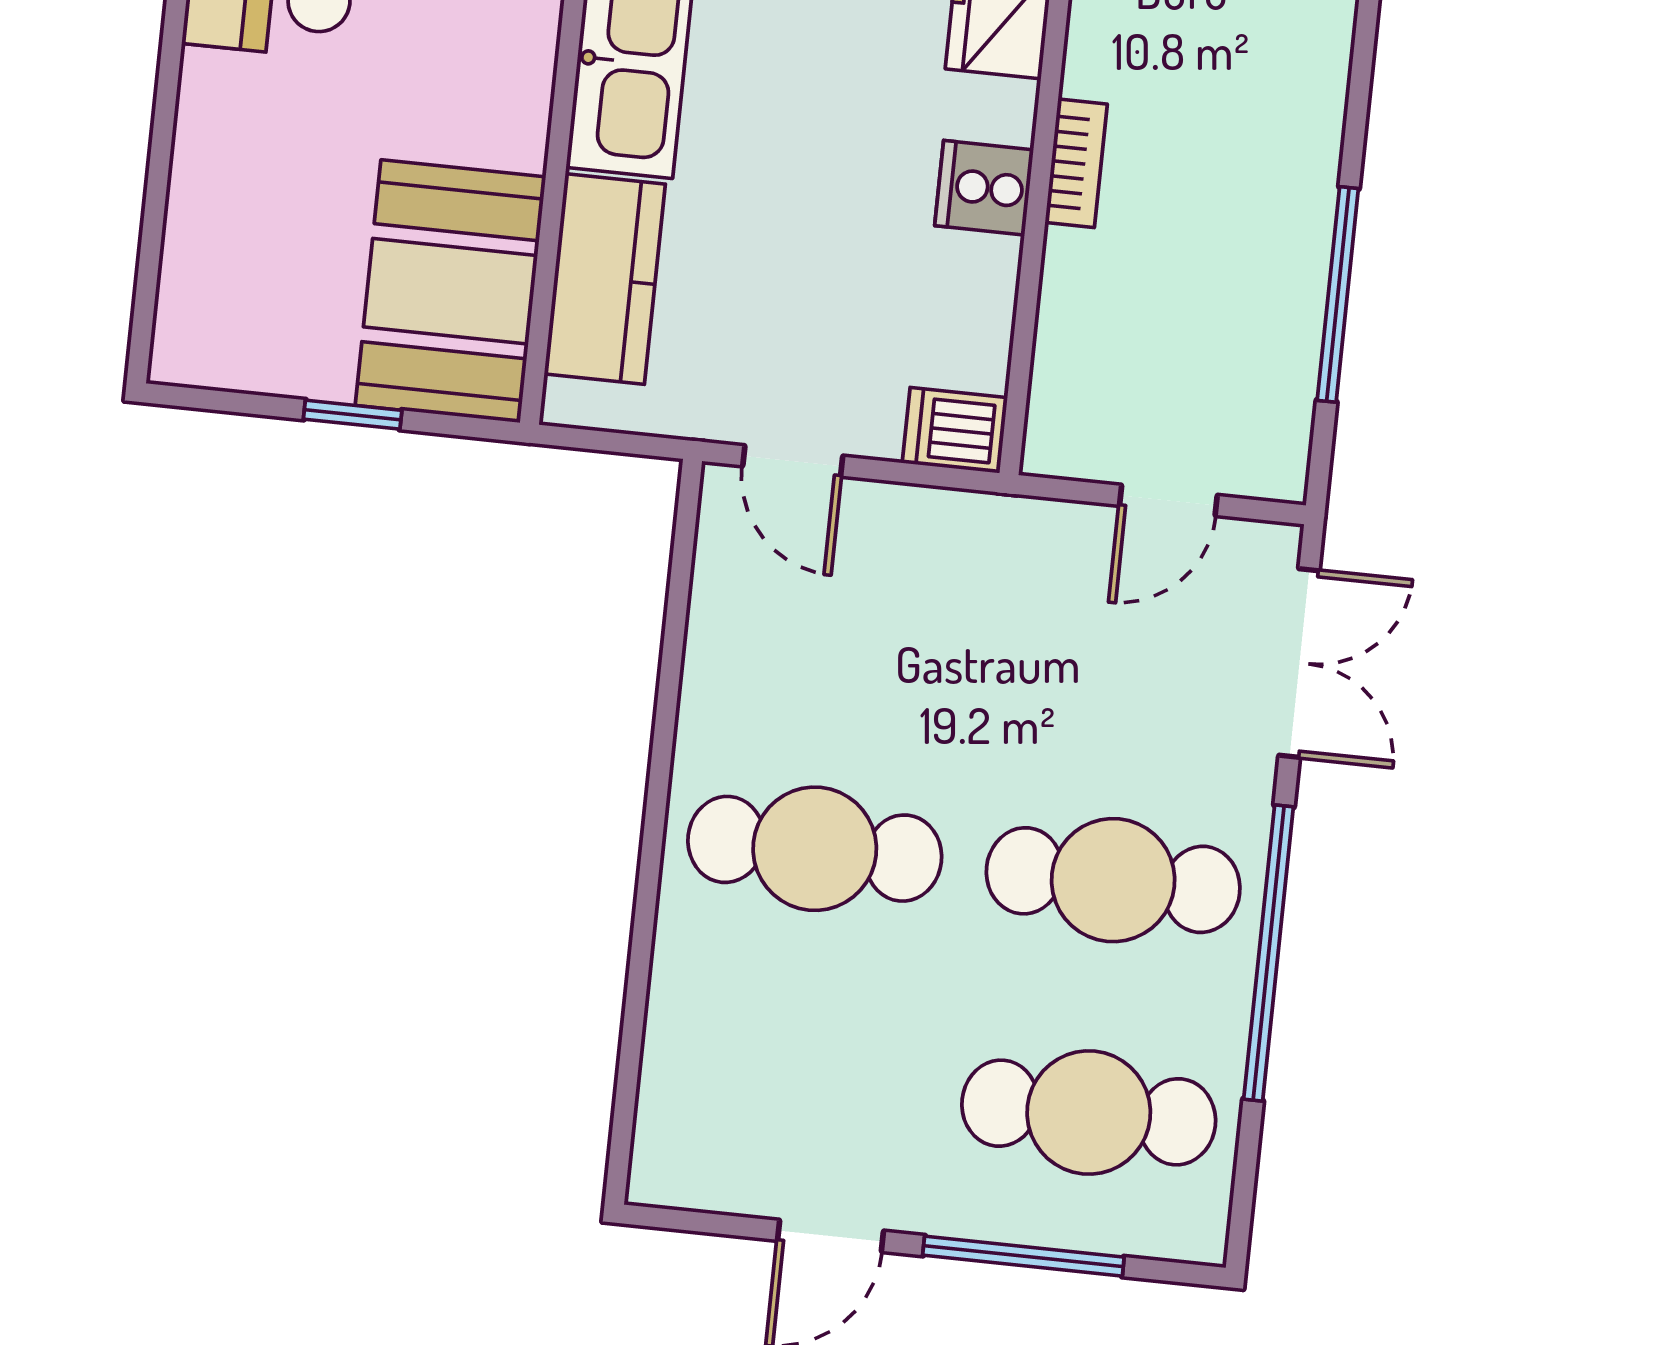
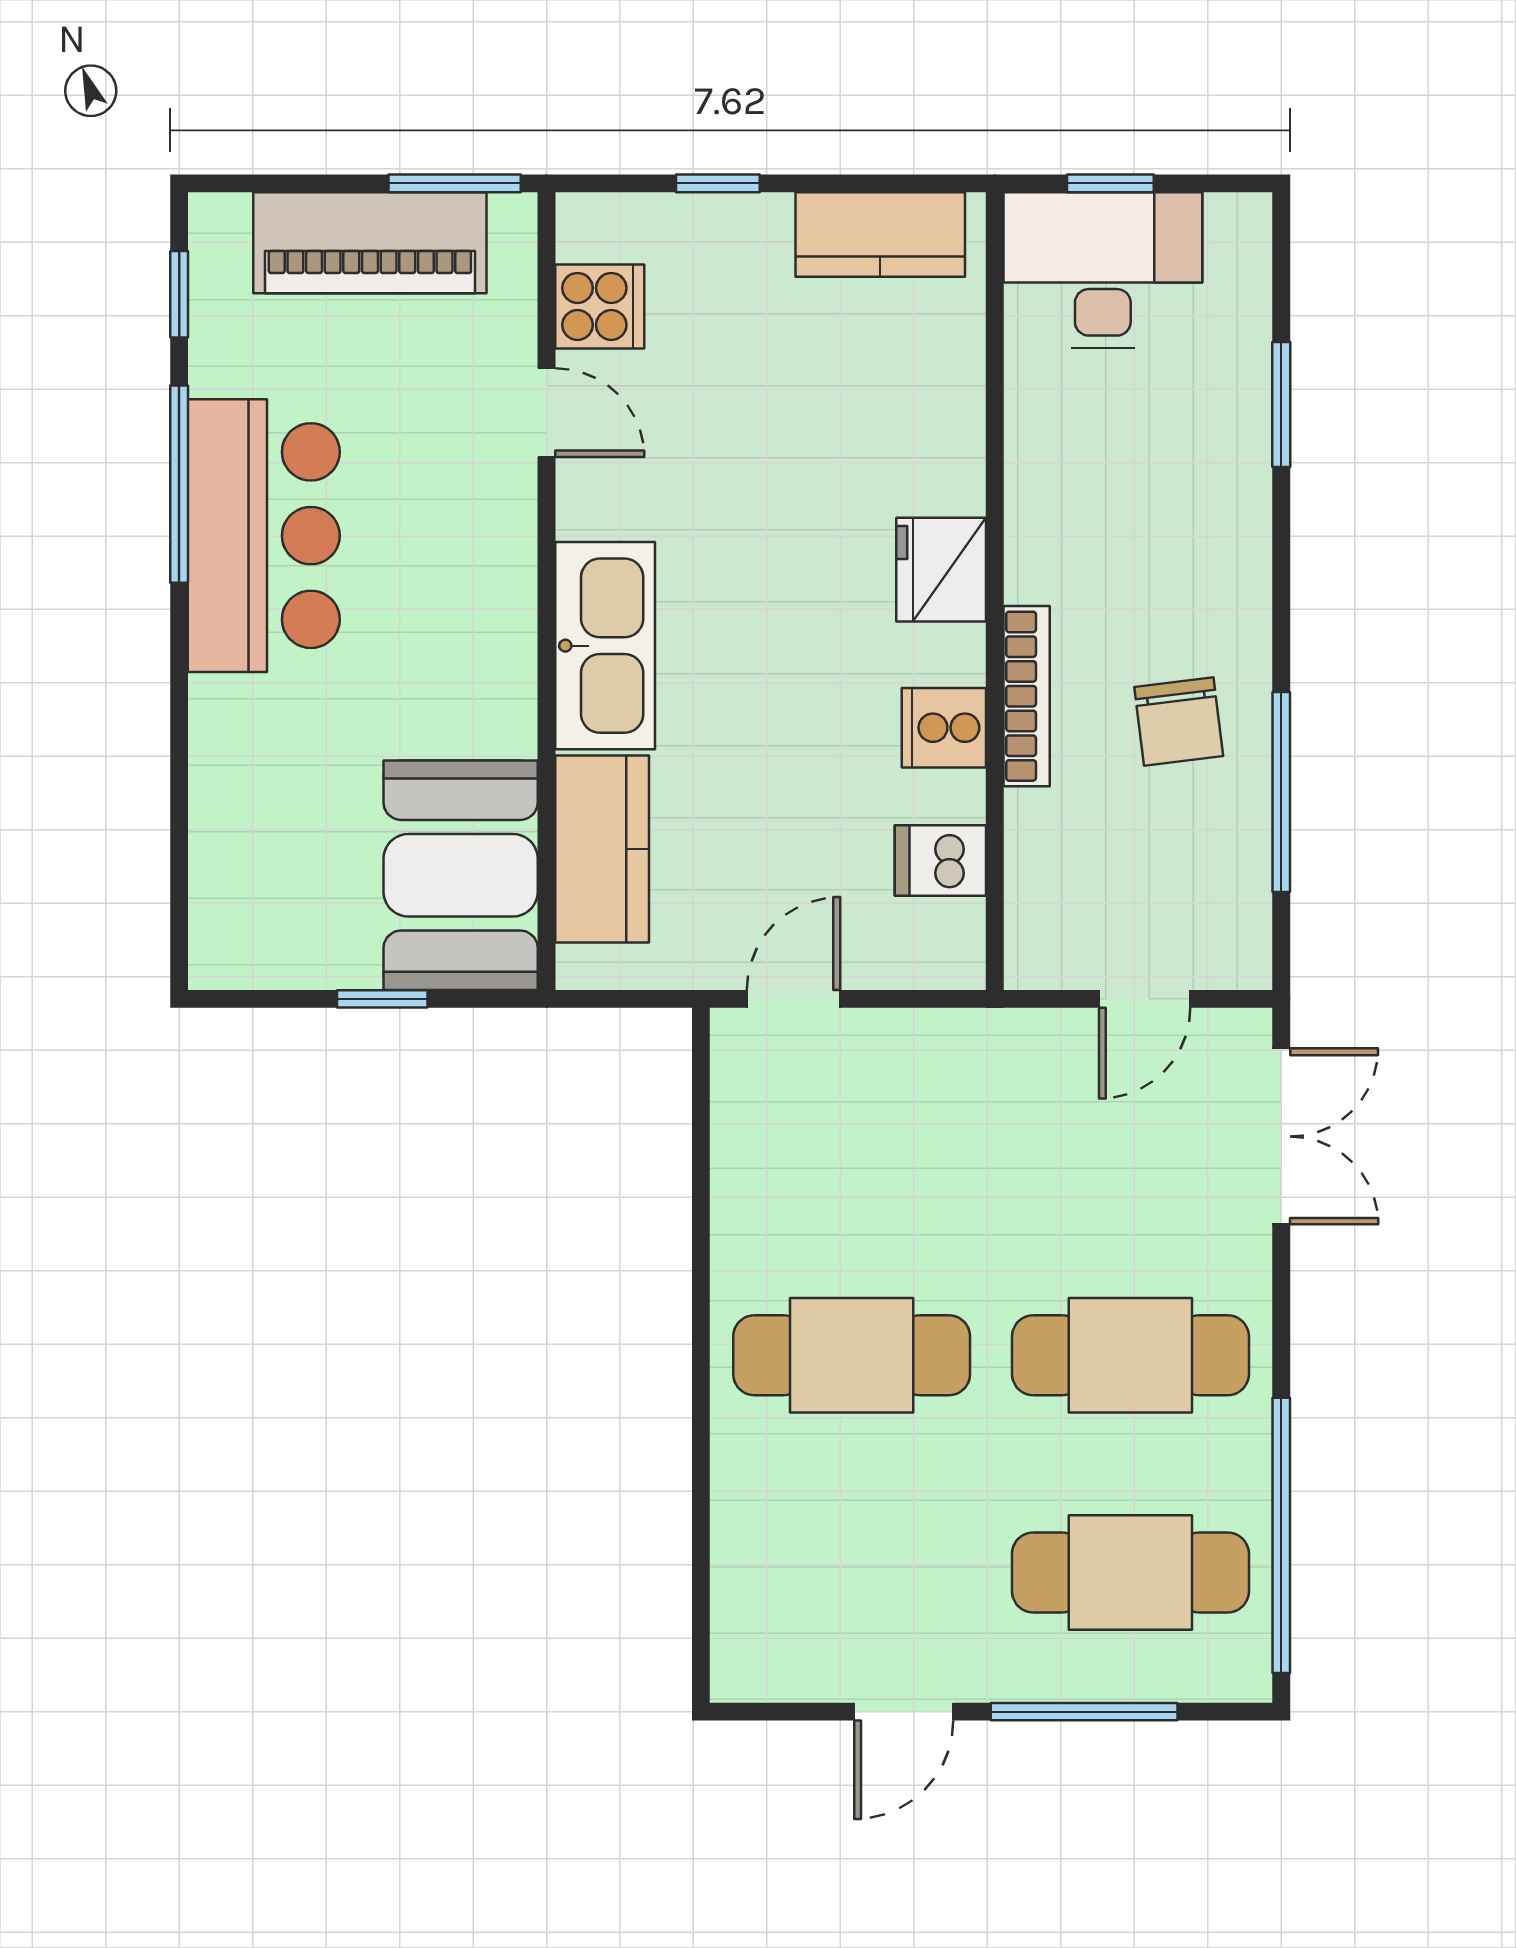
bookcase: (1076, 163) -> (1027, 696), width x1.56
chair: (1236, 207) -> (1179, 722), added
dishwasher: (955, 430) -> (940, 860), moved
door: (793, 461) -> (794, 999), swing flipped
window: (1269, 953) -> (1281, 1535), moved

